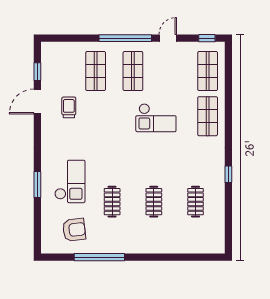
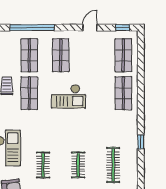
window: (125, 38) -> (32, 28), moved
shop shelf: (96, 116) -> (29, 93), added
checkout: (156, 118) -> (68, 96), moved
clothes rail: (196, 202) -> (113, 165), width x1.36

